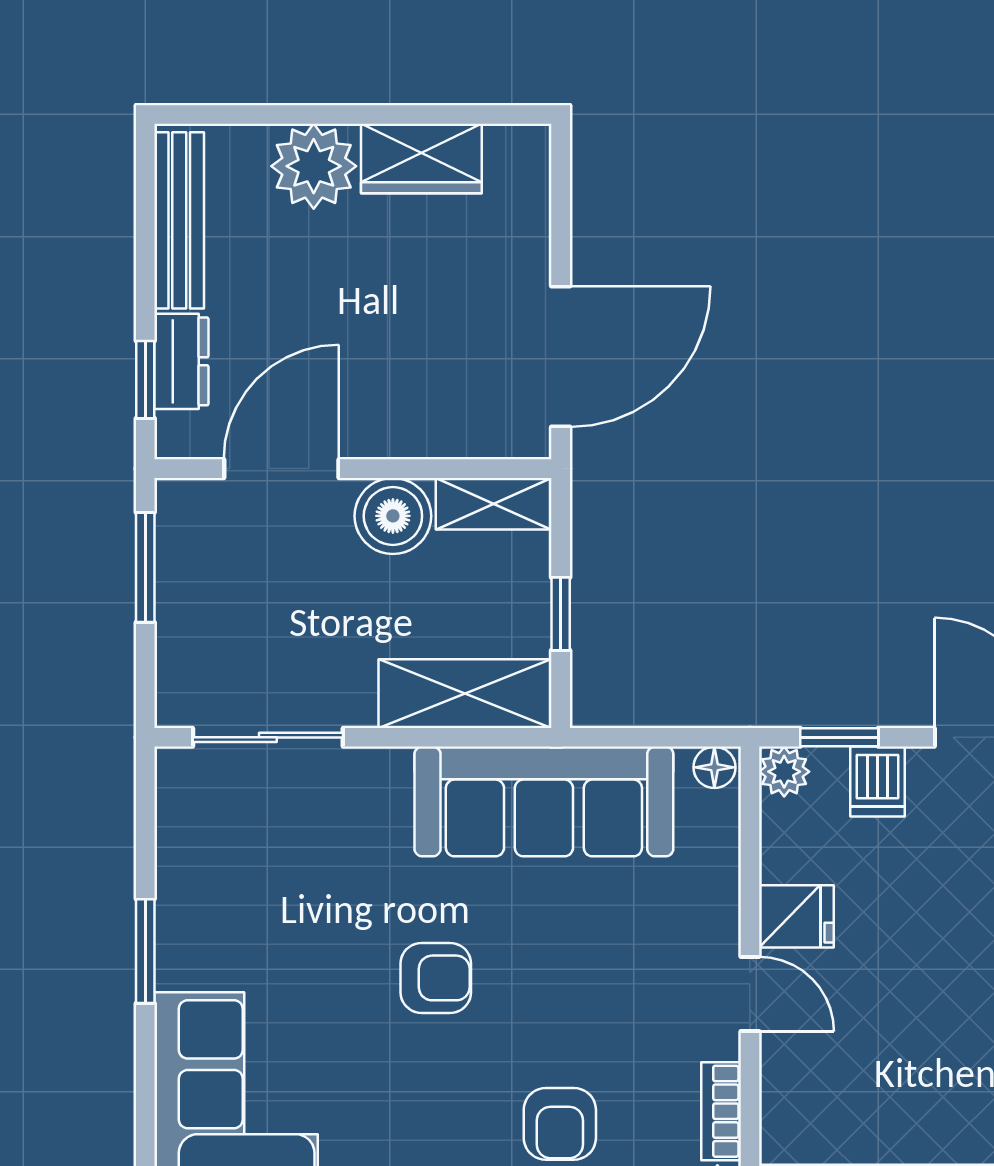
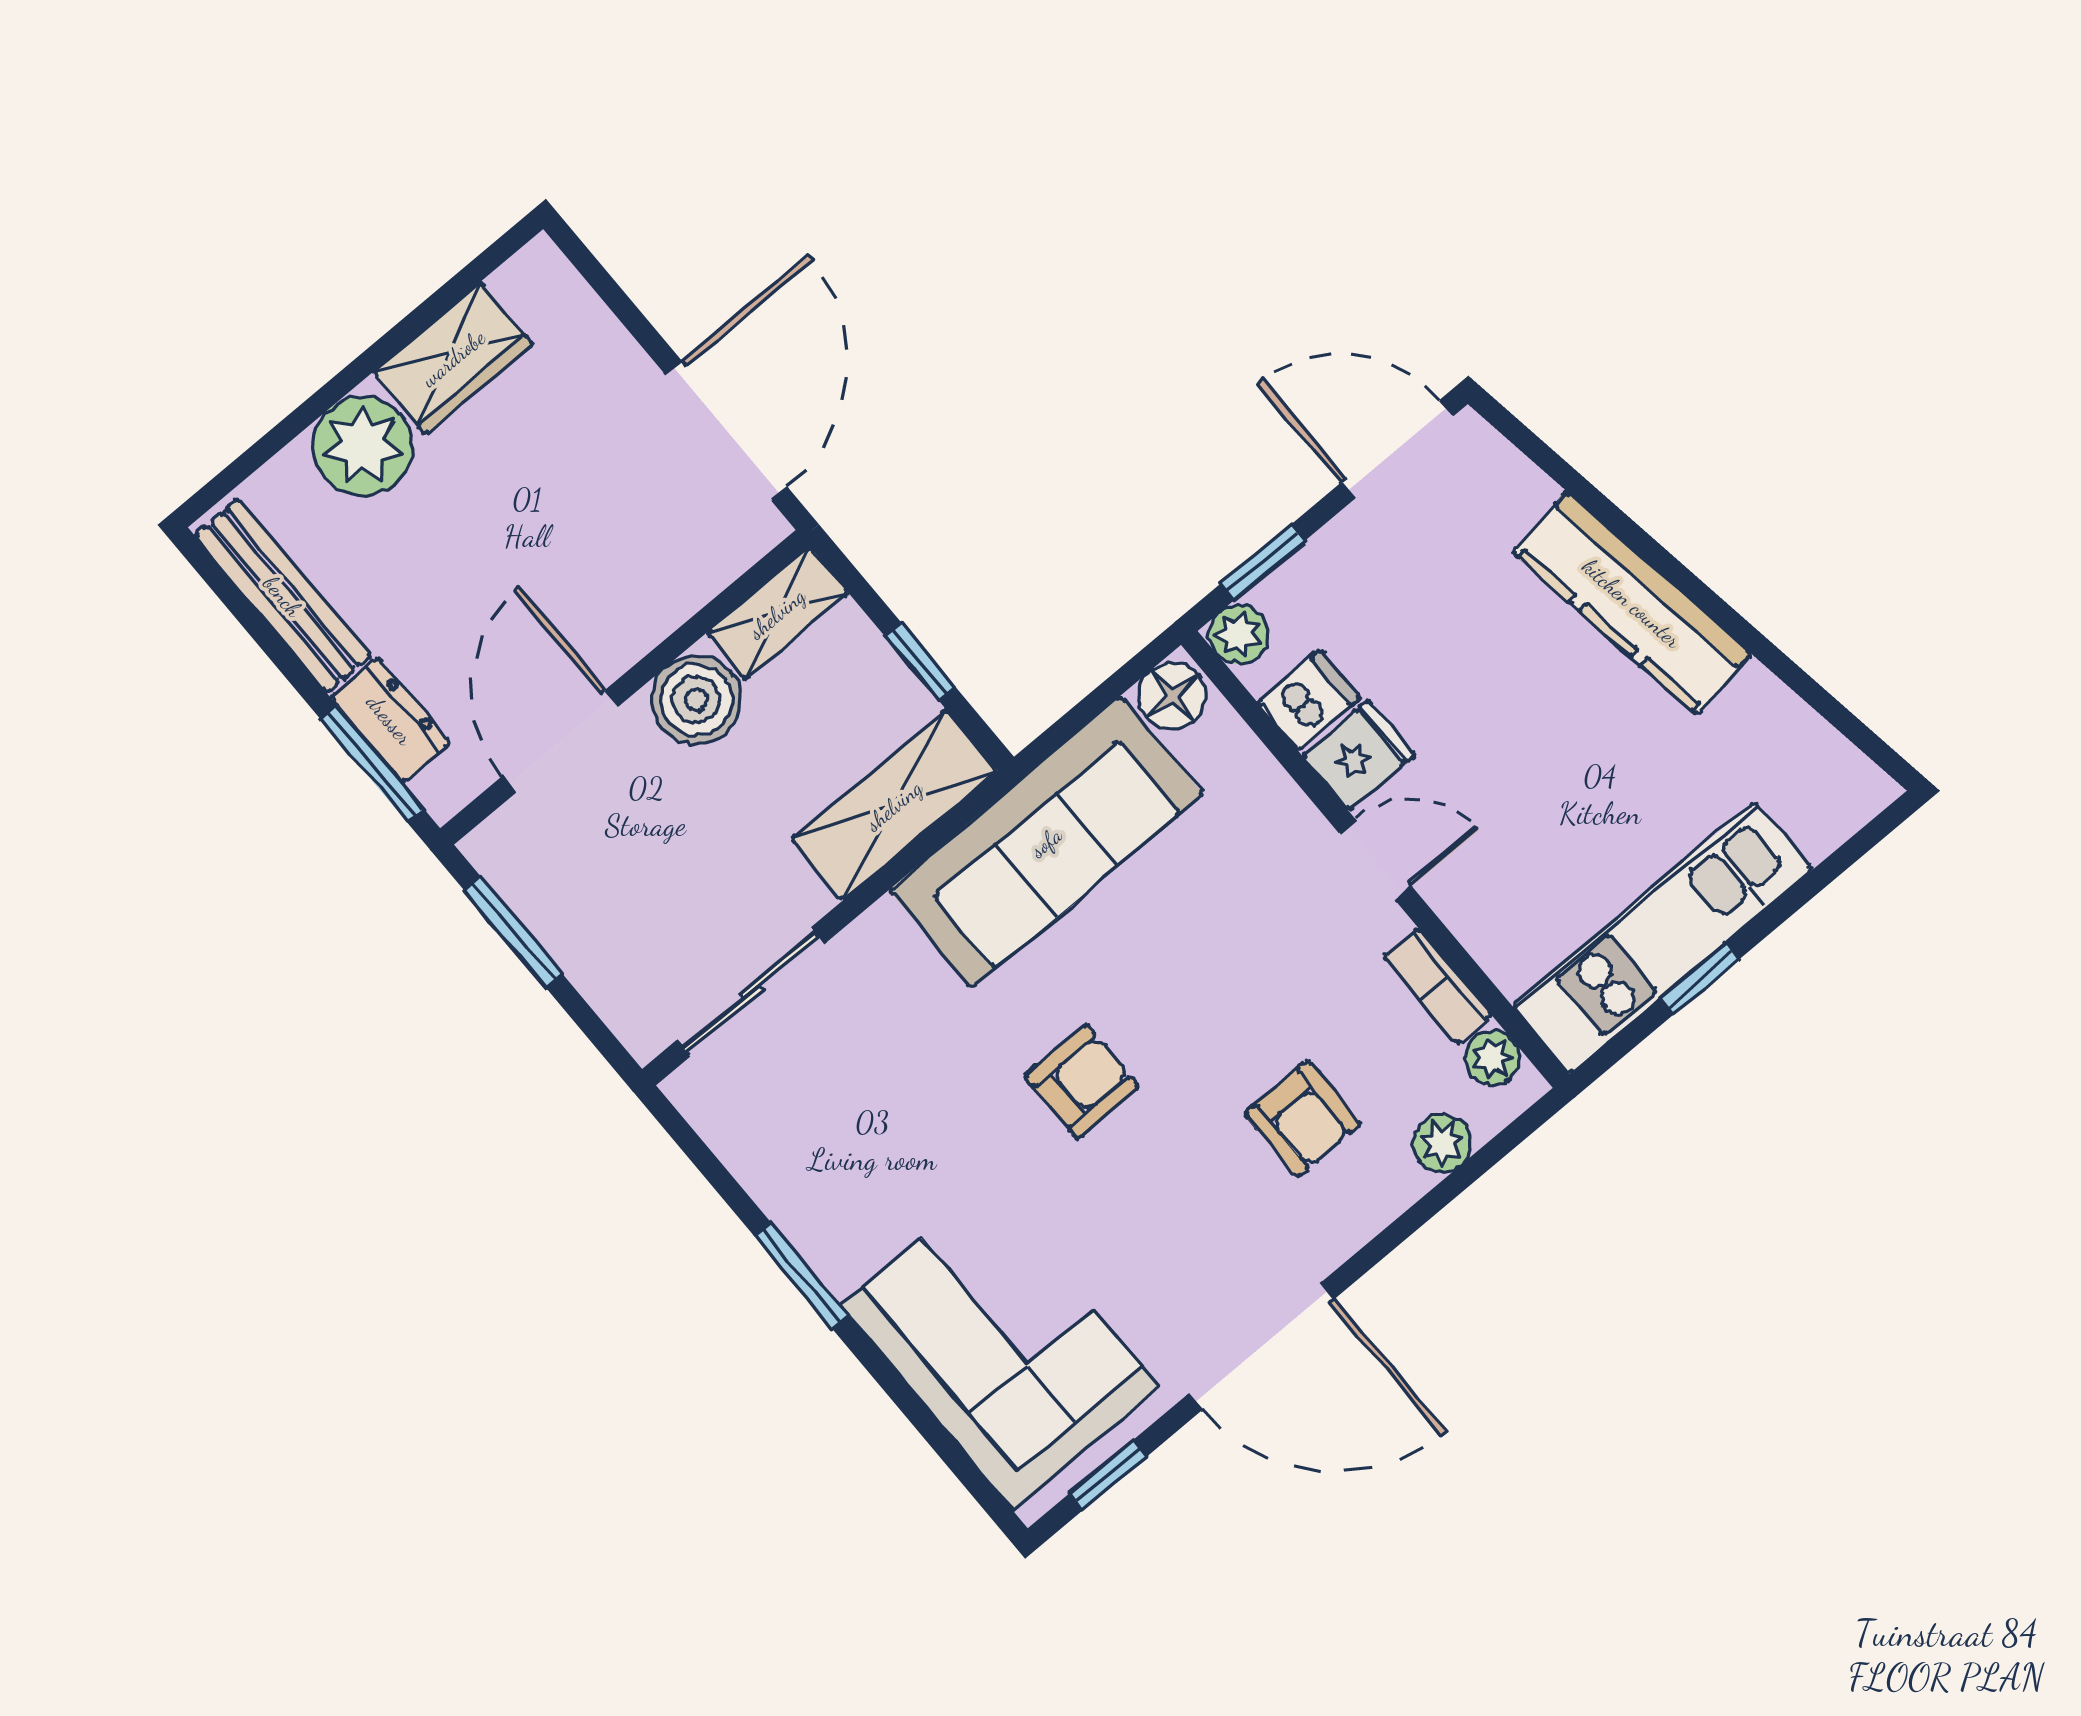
window: (145, 380) -> (372, 764), width x1.50
floor lamp: (714, 767) -> (1172, 696), width x1.37, depth x1.37
dishwasher: (877, 782) -> (1309, 700), moved, turned -90

